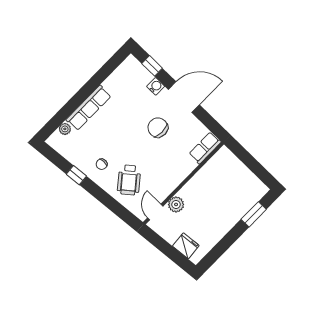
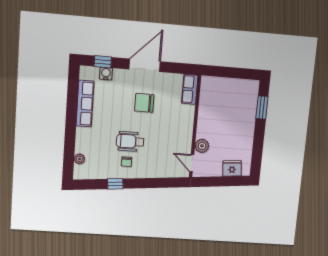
water cooler: (156, 86) -> (106, 74), moved
row of seats: (89, 108) -> (85, 104), moved
wheelchair: (129, 180) -> (130, 141), moved, turned 129

